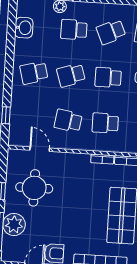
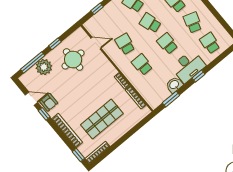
school desk: (111, 32) -> (193, 22), turned 42
door: (40, 149) -> (96, 43), hinge flipped

